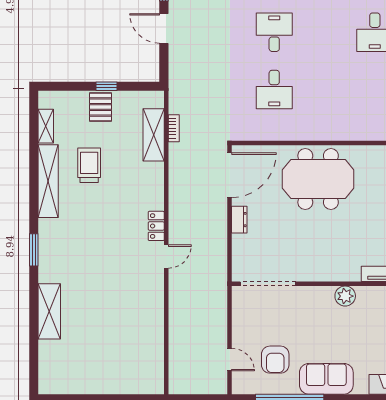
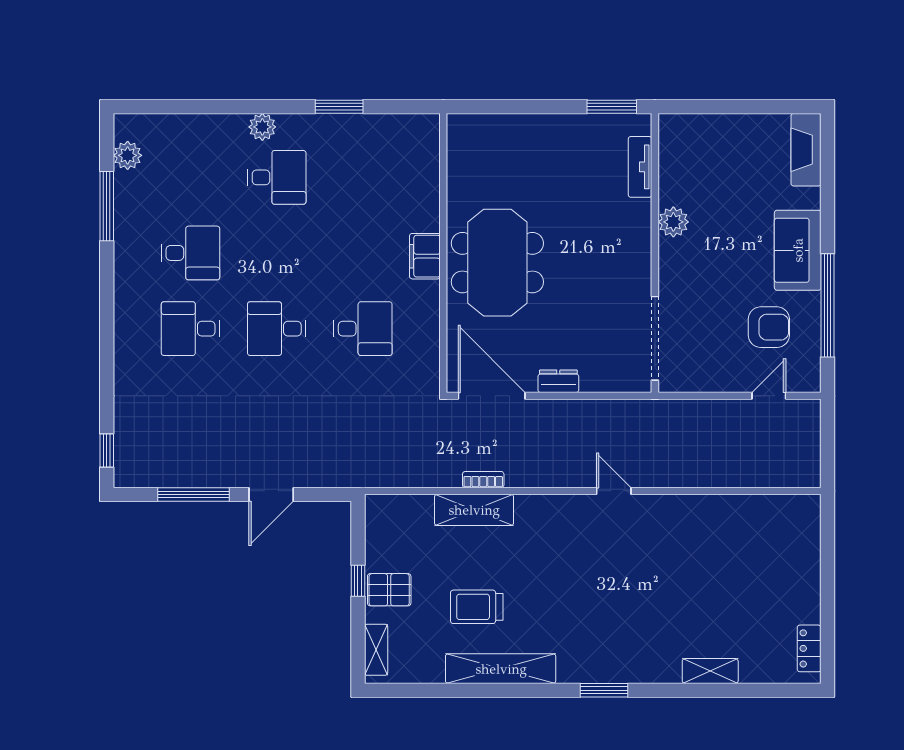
shelving: (46, 126) -> (376, 650), moved, turned 90
bookcase: (174, 128) -> (483, 480), moved
filing cabinet: (322, 131) -> (425, 256), added
shelving: (154, 135) -> (474, 510), moved
locker: (156, 226) -> (809, 648), moved, turned 90
shelving: (49, 311) -> (710, 671), width x0.67, depth x0.75

